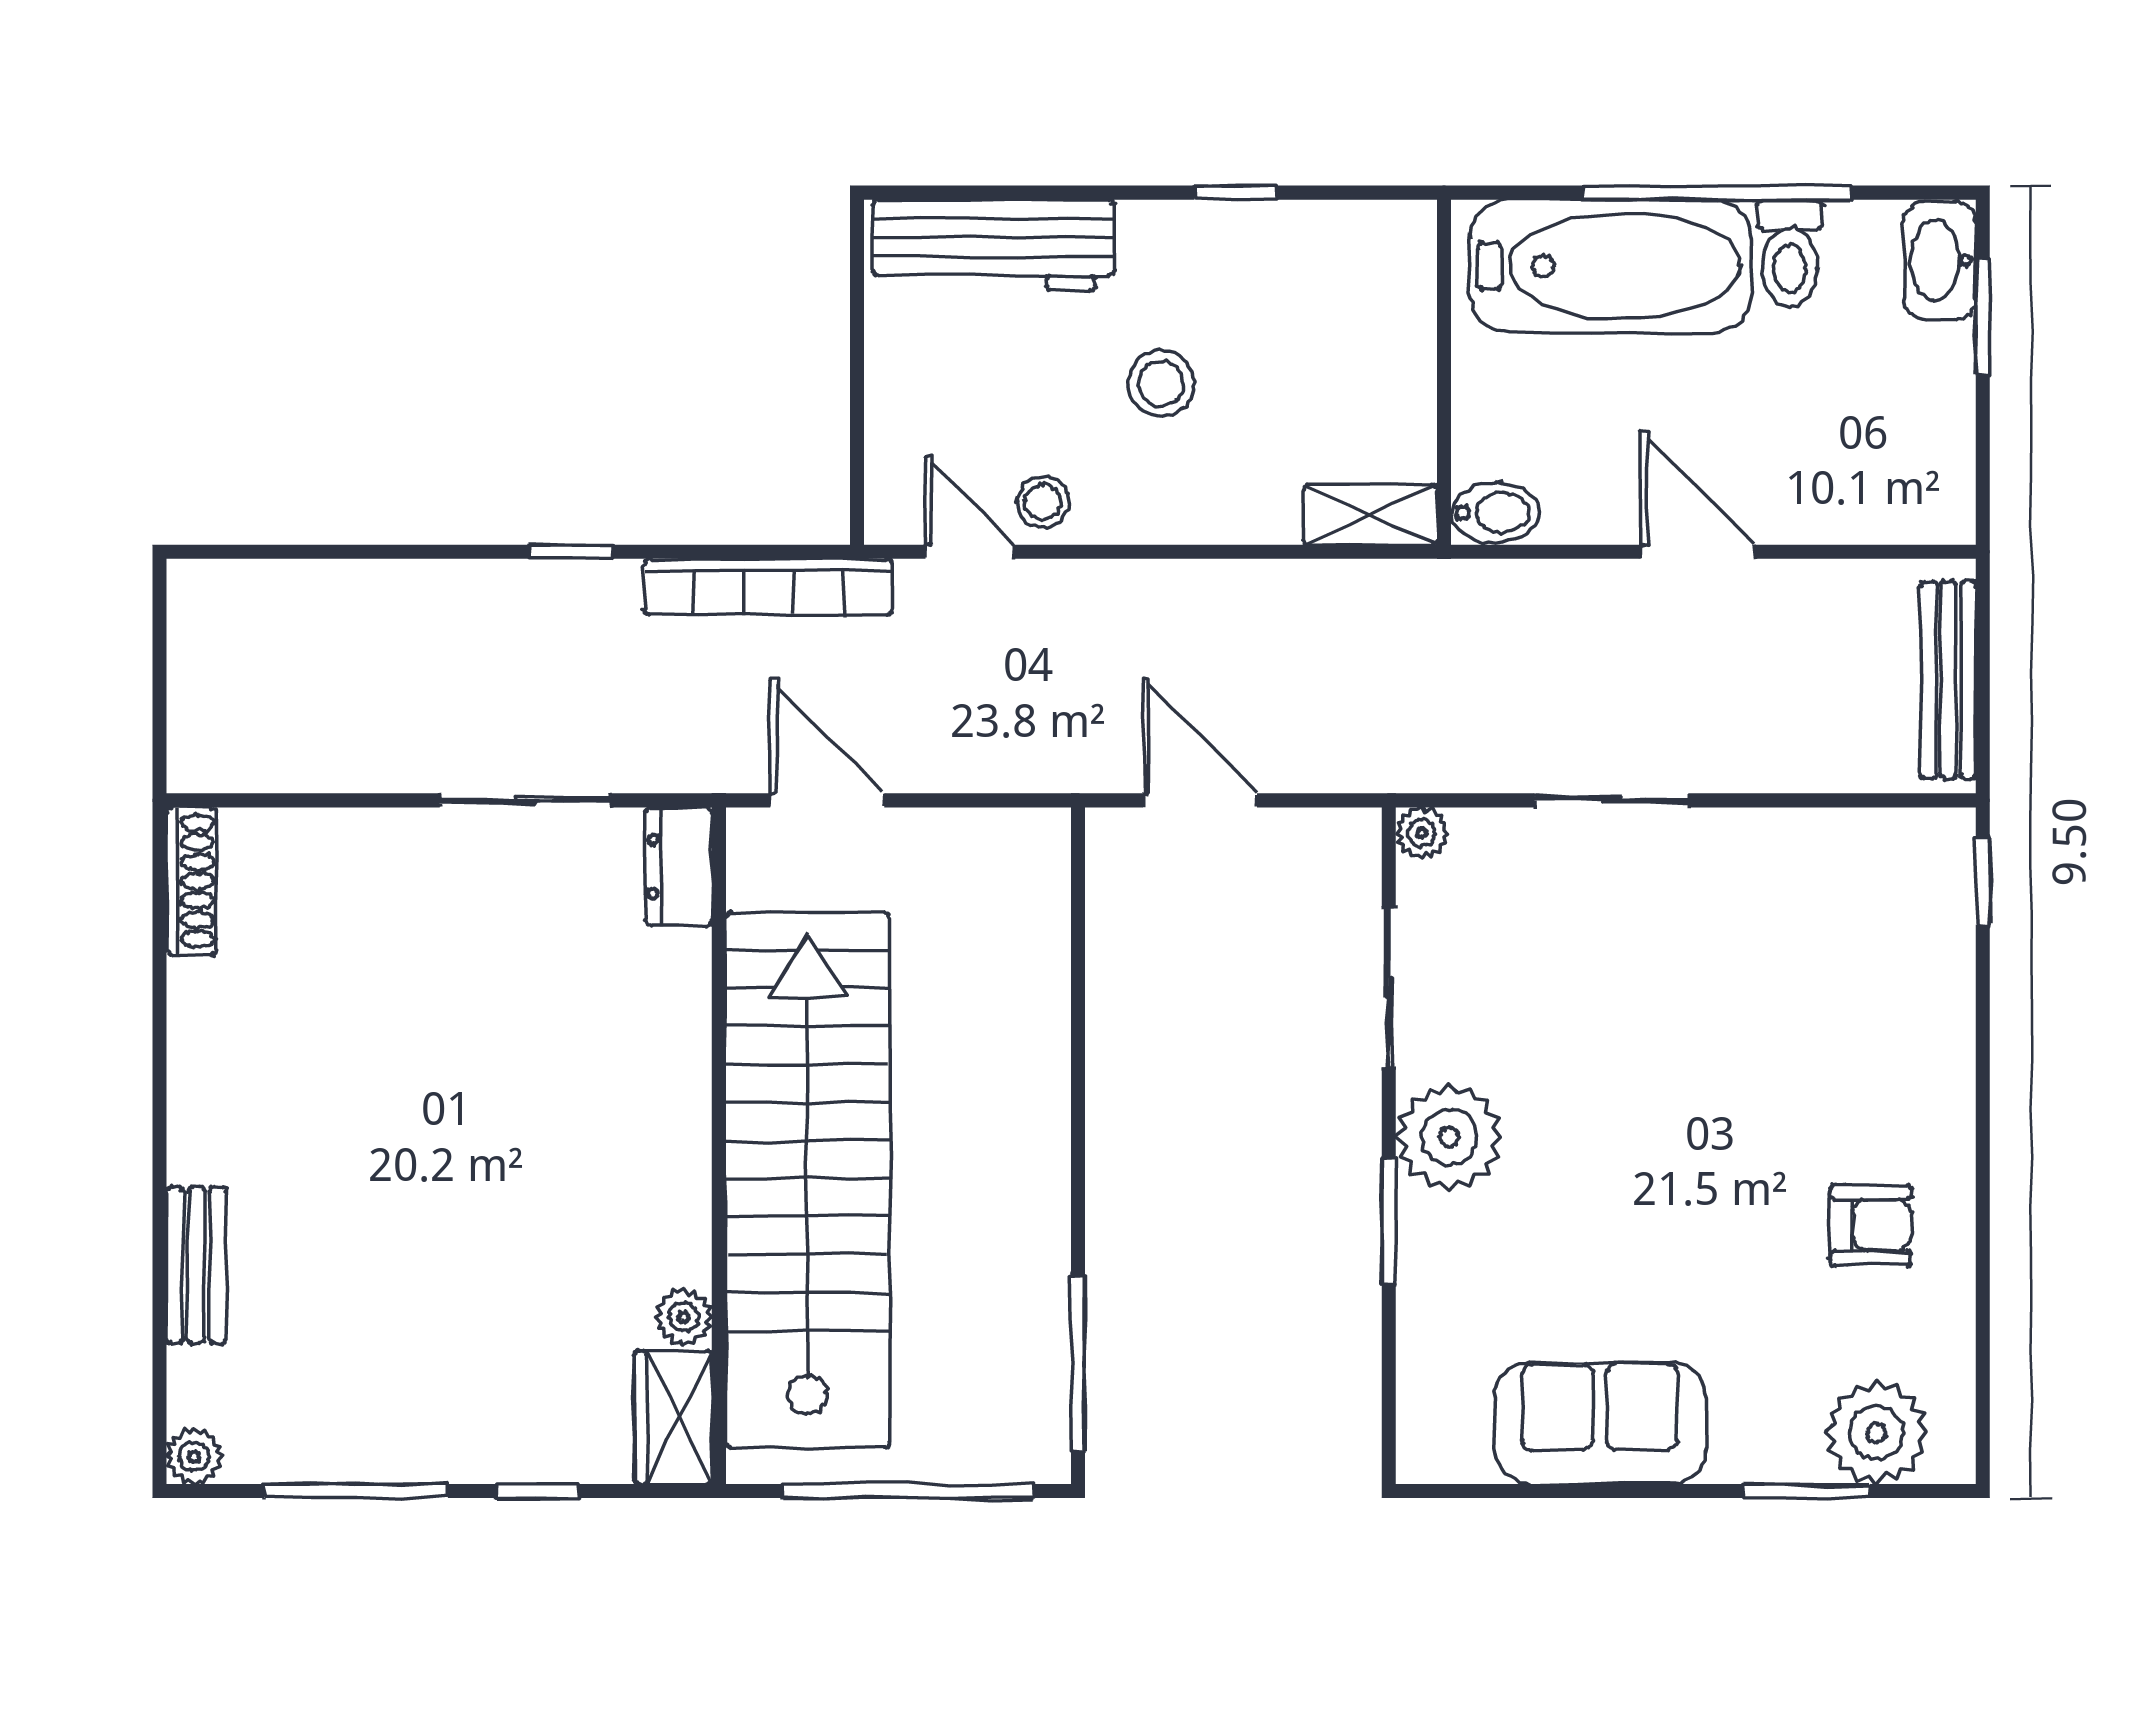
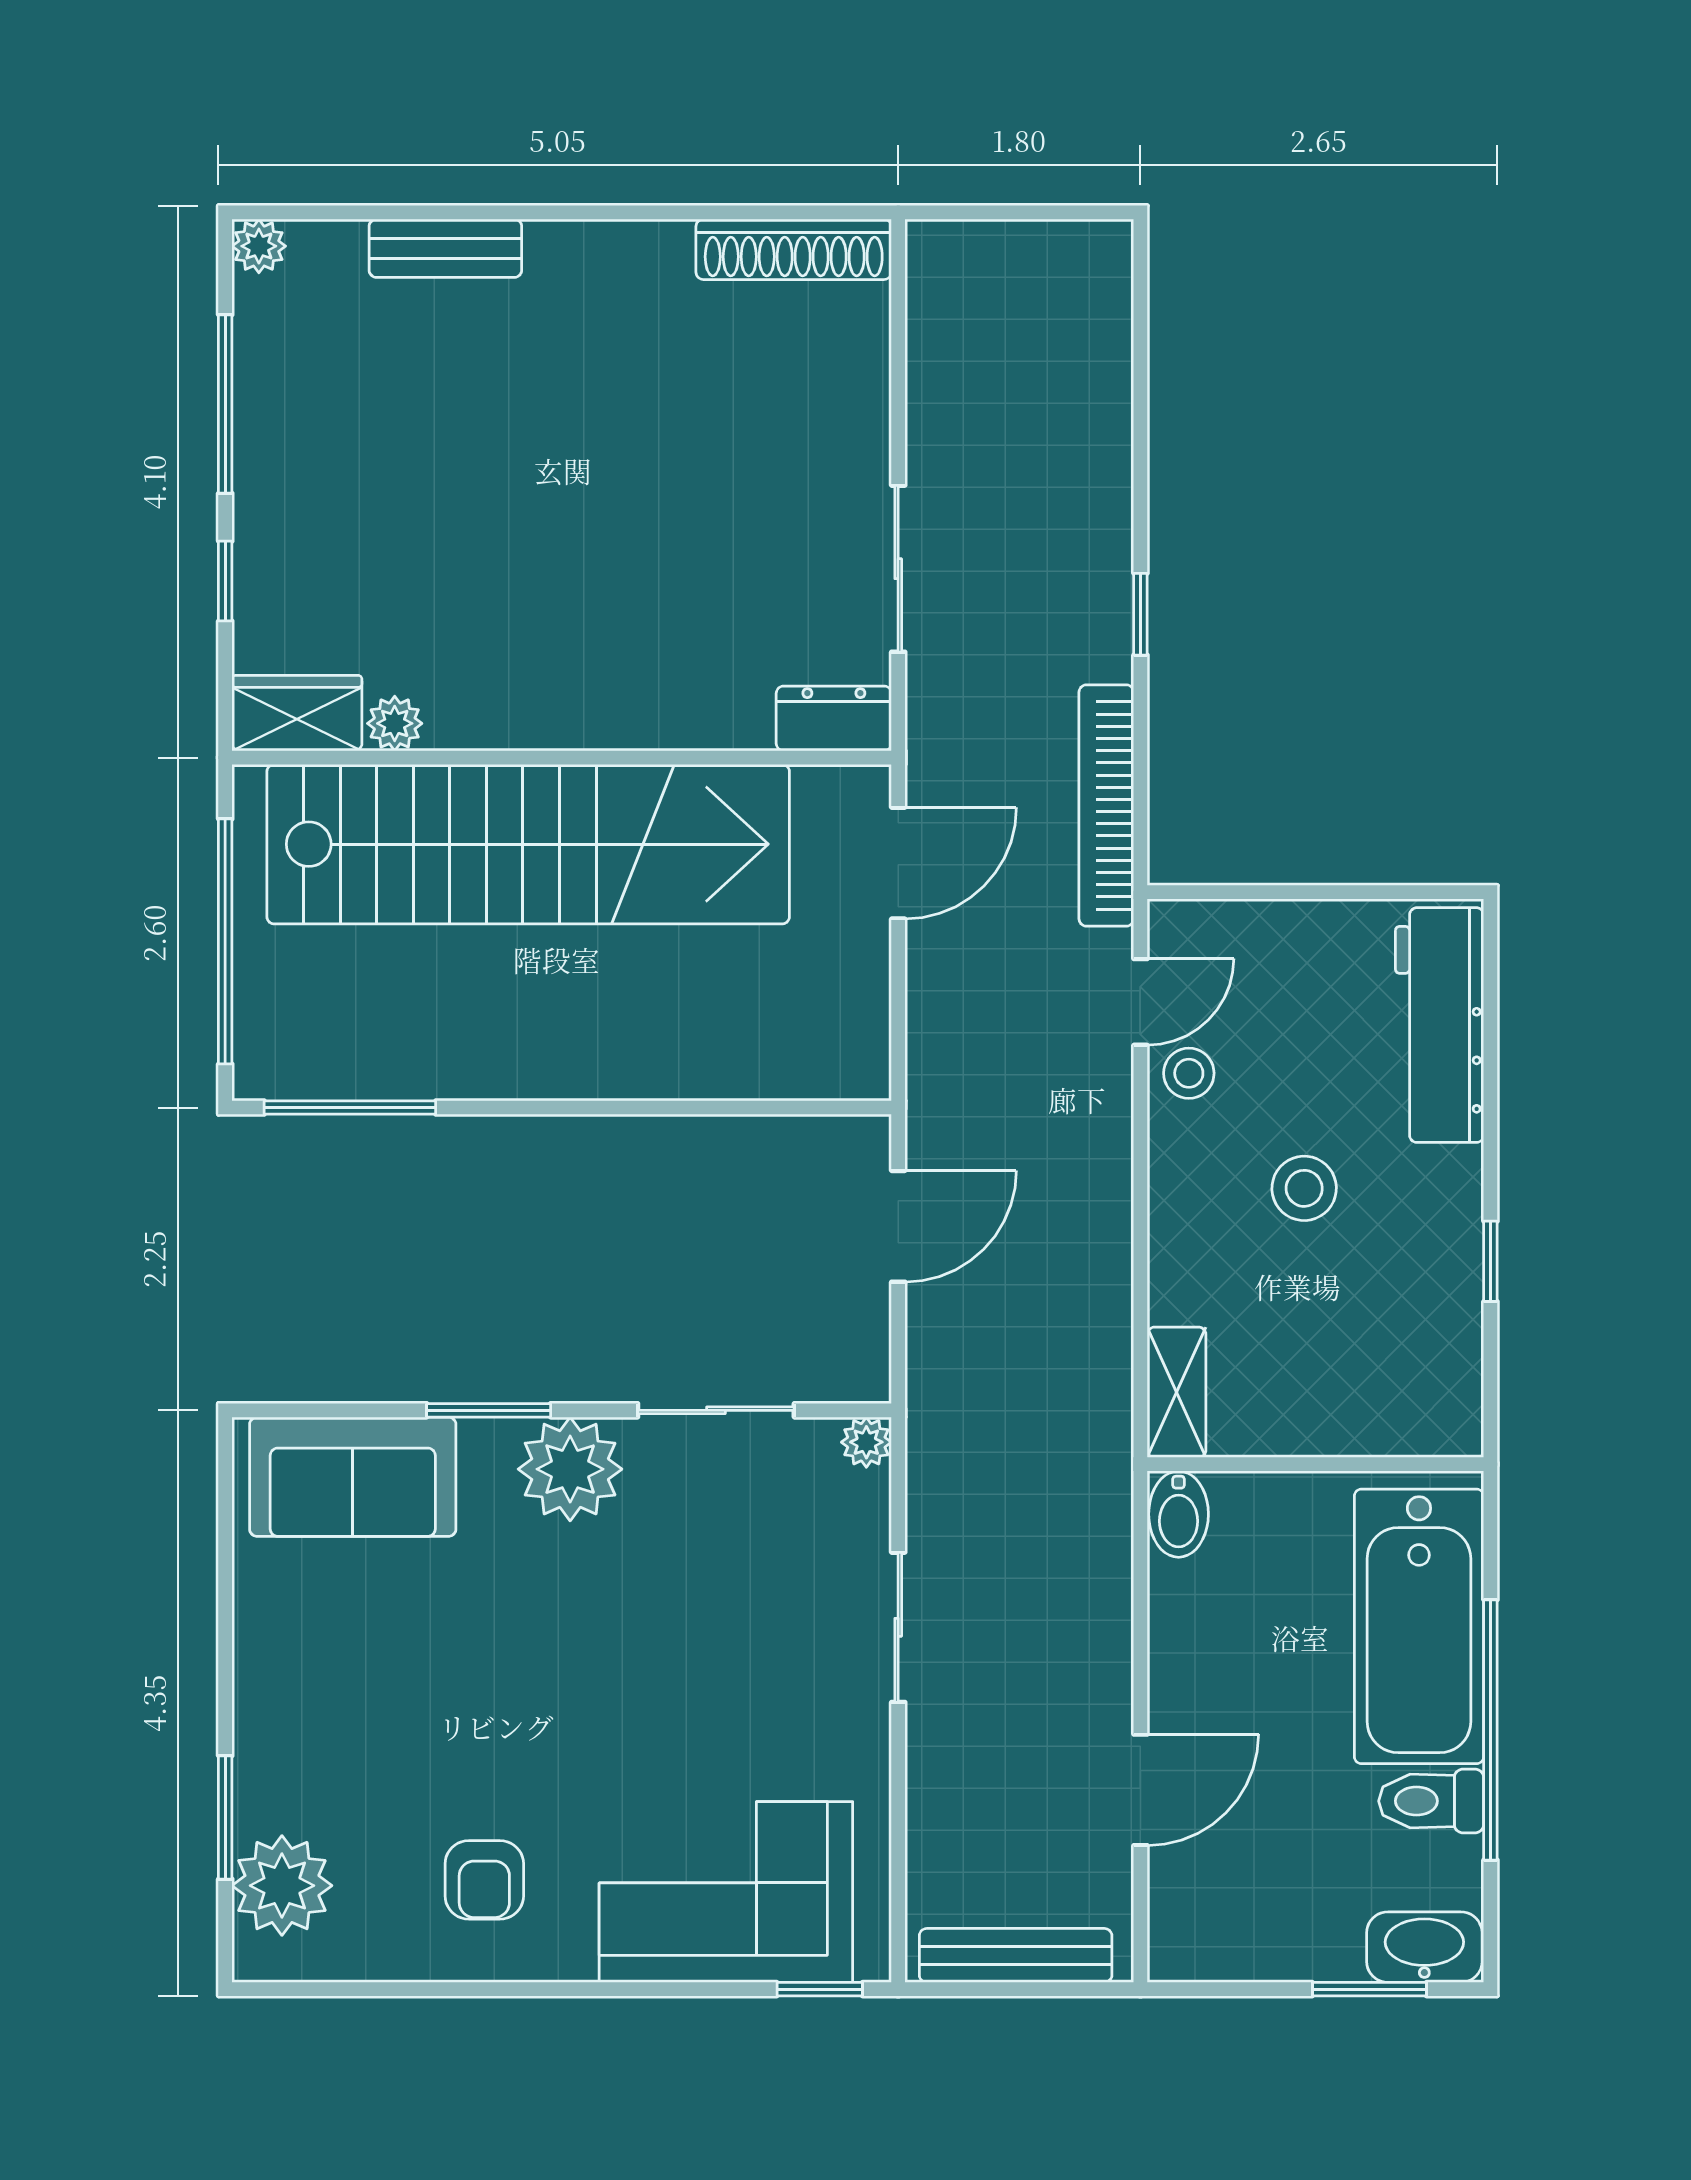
door: (1698, 552) -> (1140, 1790), moved
shoe rack: (191, 881) -> (794, 249), width x1.36, depth x1.24
corner sofa: (1883, 977) -> (726, 1892), added
sofa: (1600, 1423) -> (353, 1477), moved, turned 90

